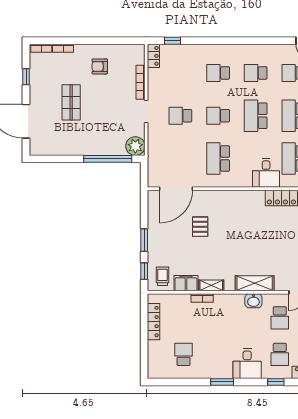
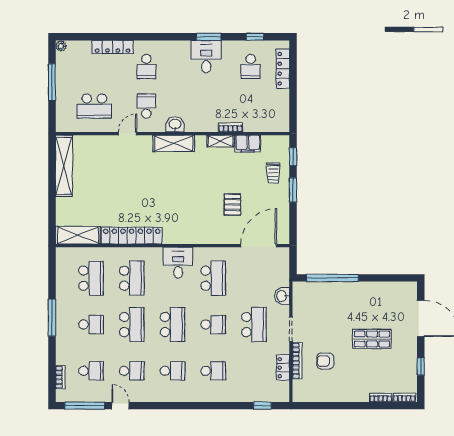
locker: (153, 56) -> (283, 368), moved
armchair: (100, 66) -> (325, 361), moved, turned 180
shop shelf: (71, 102) -> (372, 339), turned 90
school desk: (180, 116) -> (254, 325), width x1.85
washbasin: (154, 142) -> (282, 296), added
plant: (135, 146) -> (303, 292), removed
desk: (266, 173) -> (178, 263), moved
trolley: (162, 276) -> (273, 173), moved
locker: (154, 322) -> (283, 69), moved
school desk: (280, 354) -> (146, 66), turned 180
desk: (247, 364) -> (206, 57), moved
window: (276, 382) -> (255, 37), moved

